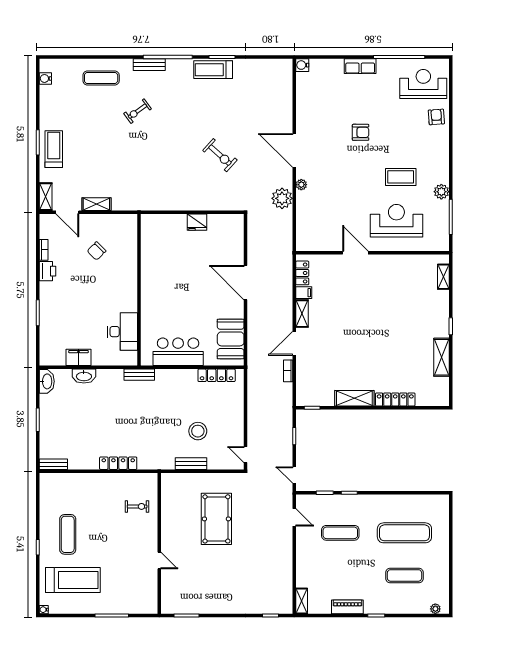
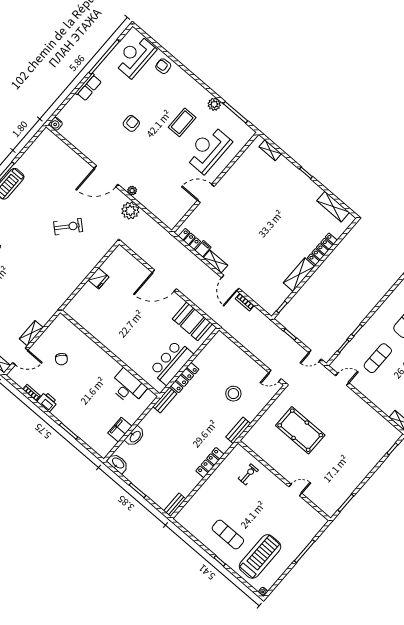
shelving: (441, 357) -> (333, 207), moved
locker: (217, 375) -> (185, 378), moved
bench: (191, 464) -> (238, 430), moved

